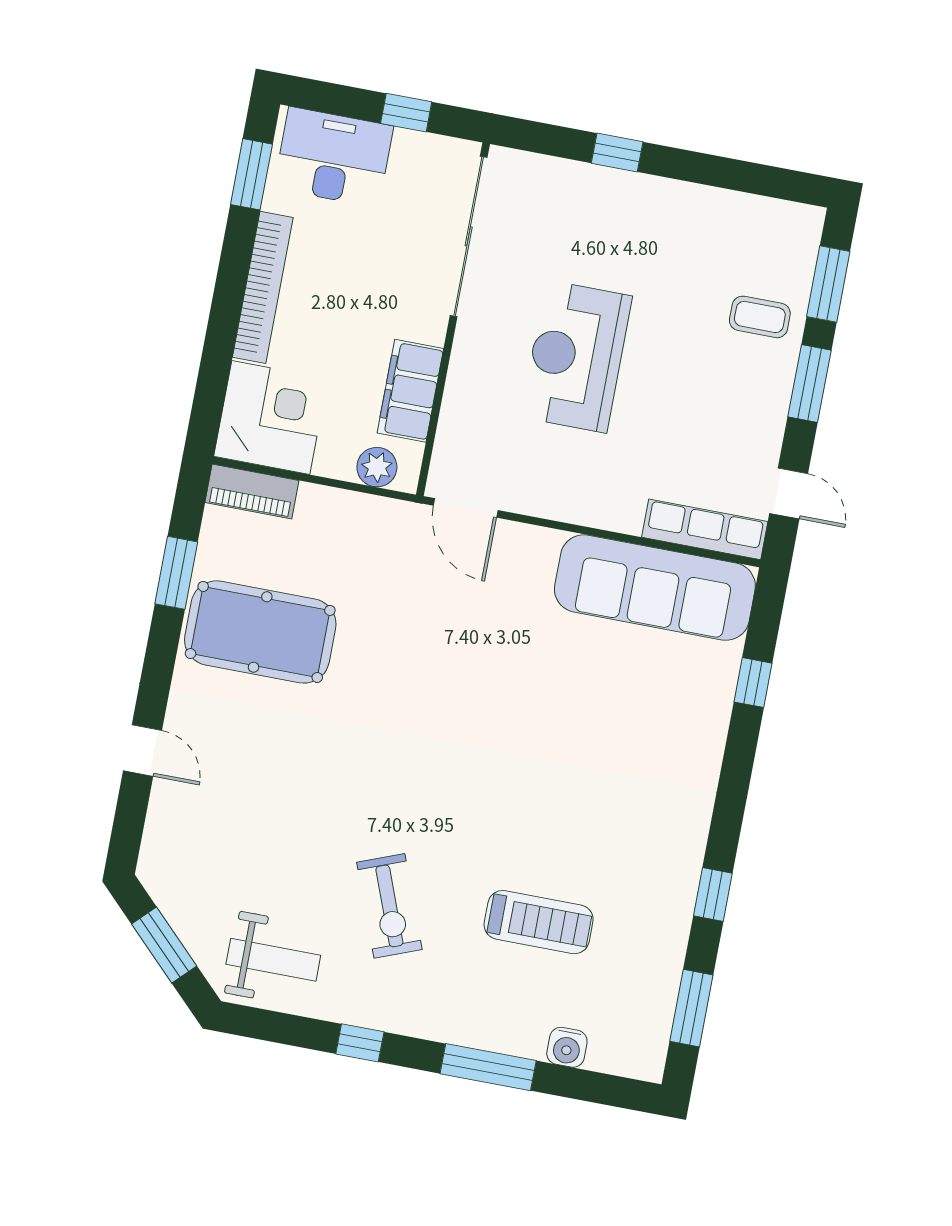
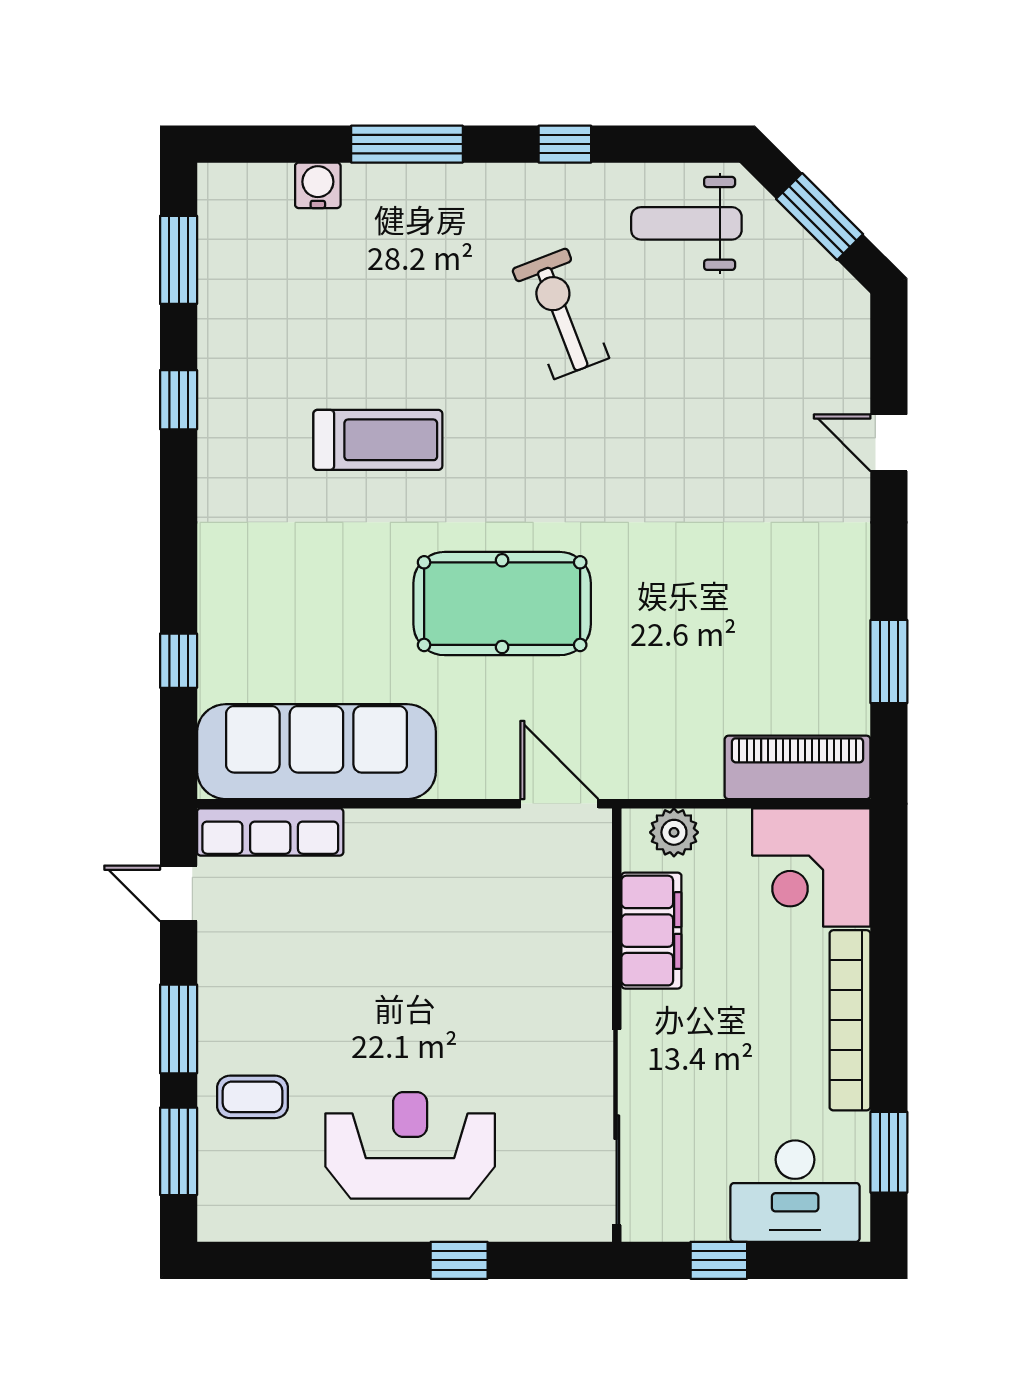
reception desk: (576, 357) -> (410, 1145), moved, turned -90
piano: (252, 492) -> (798, 767), width x1.37, depth x1.33
pool table: (260, 632) -> (502, 604), moved
treadmill: (539, 922) -> (378, 440), moved, turned 180

